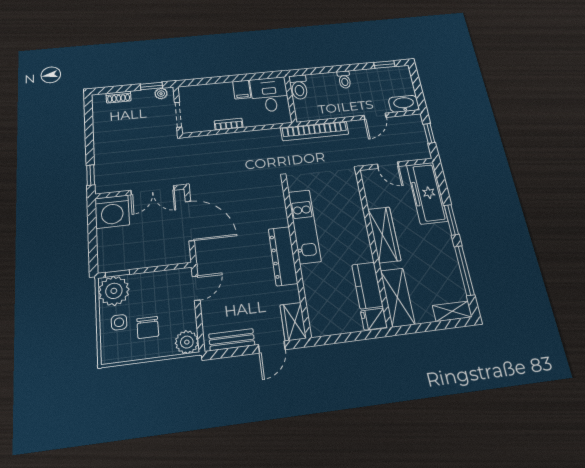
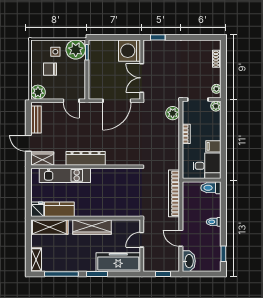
window: (151, 86) -> (223, 82), removed
plant: (185, 92) -> (216, 106), added
plant: (201, 144) -> (173, 113), added
kitchen unit: (305, 226) -> (65, 175), moved

